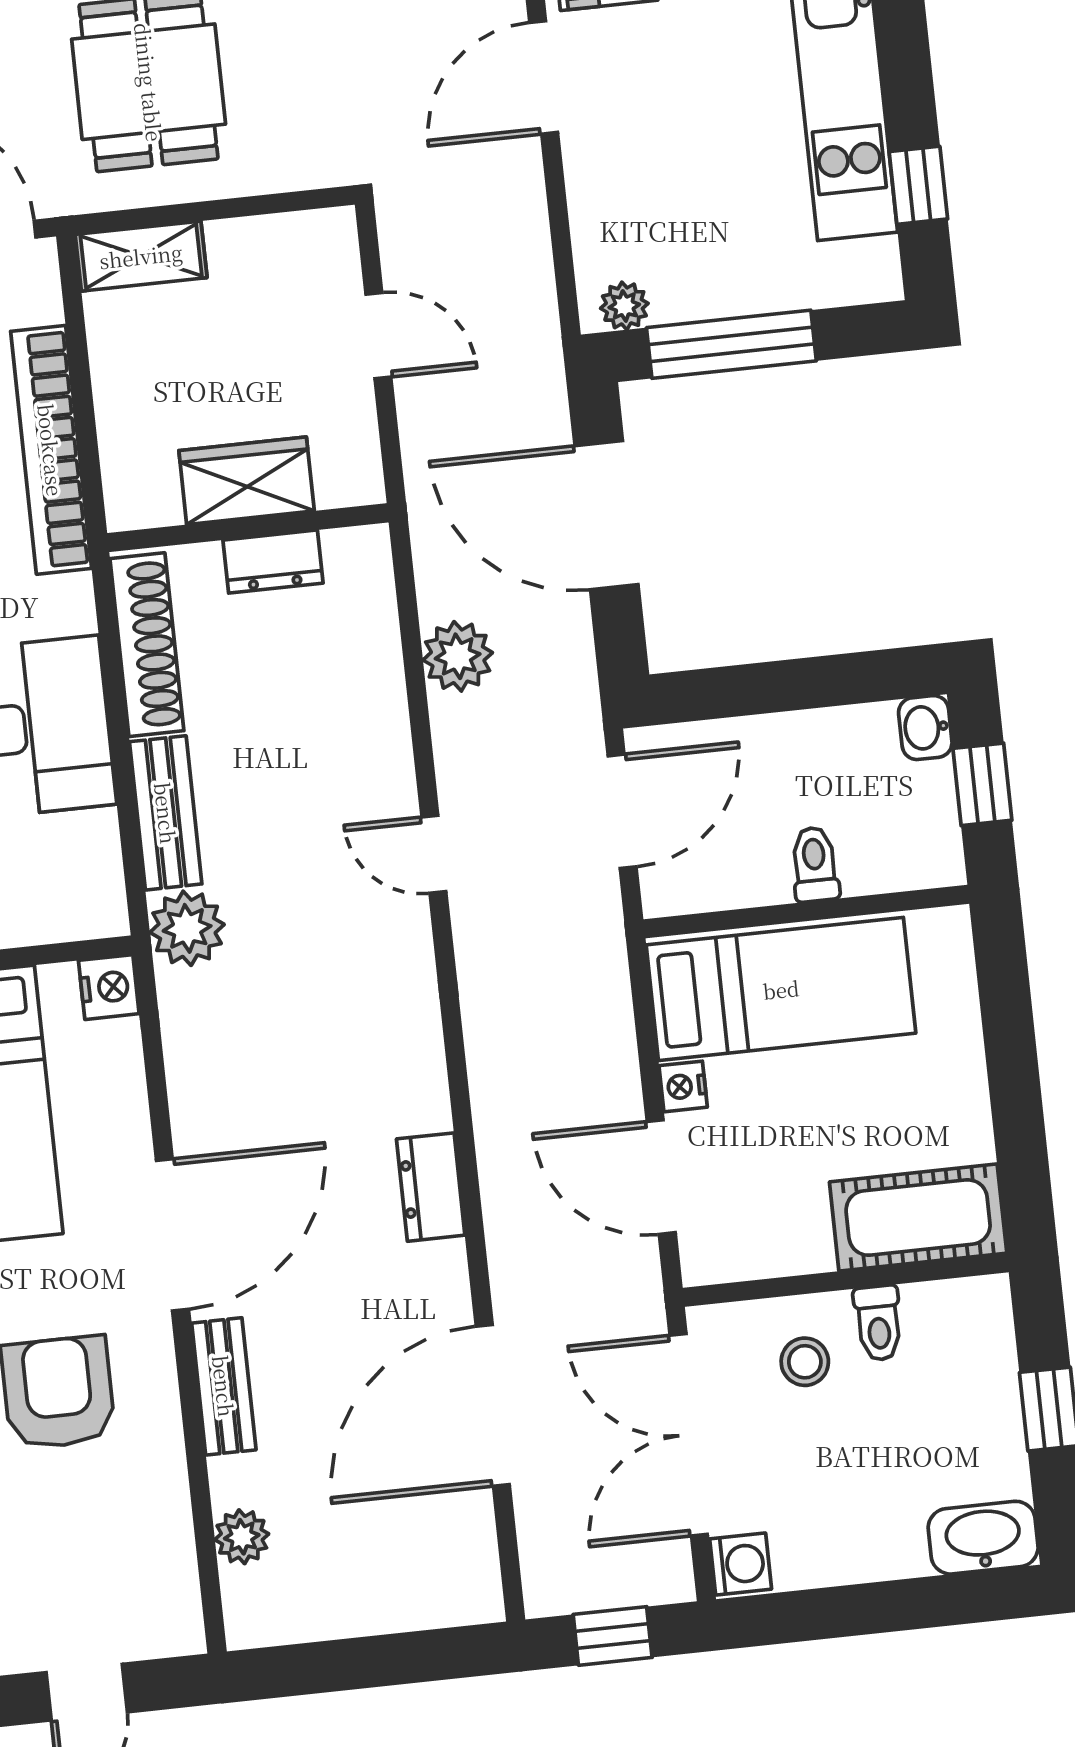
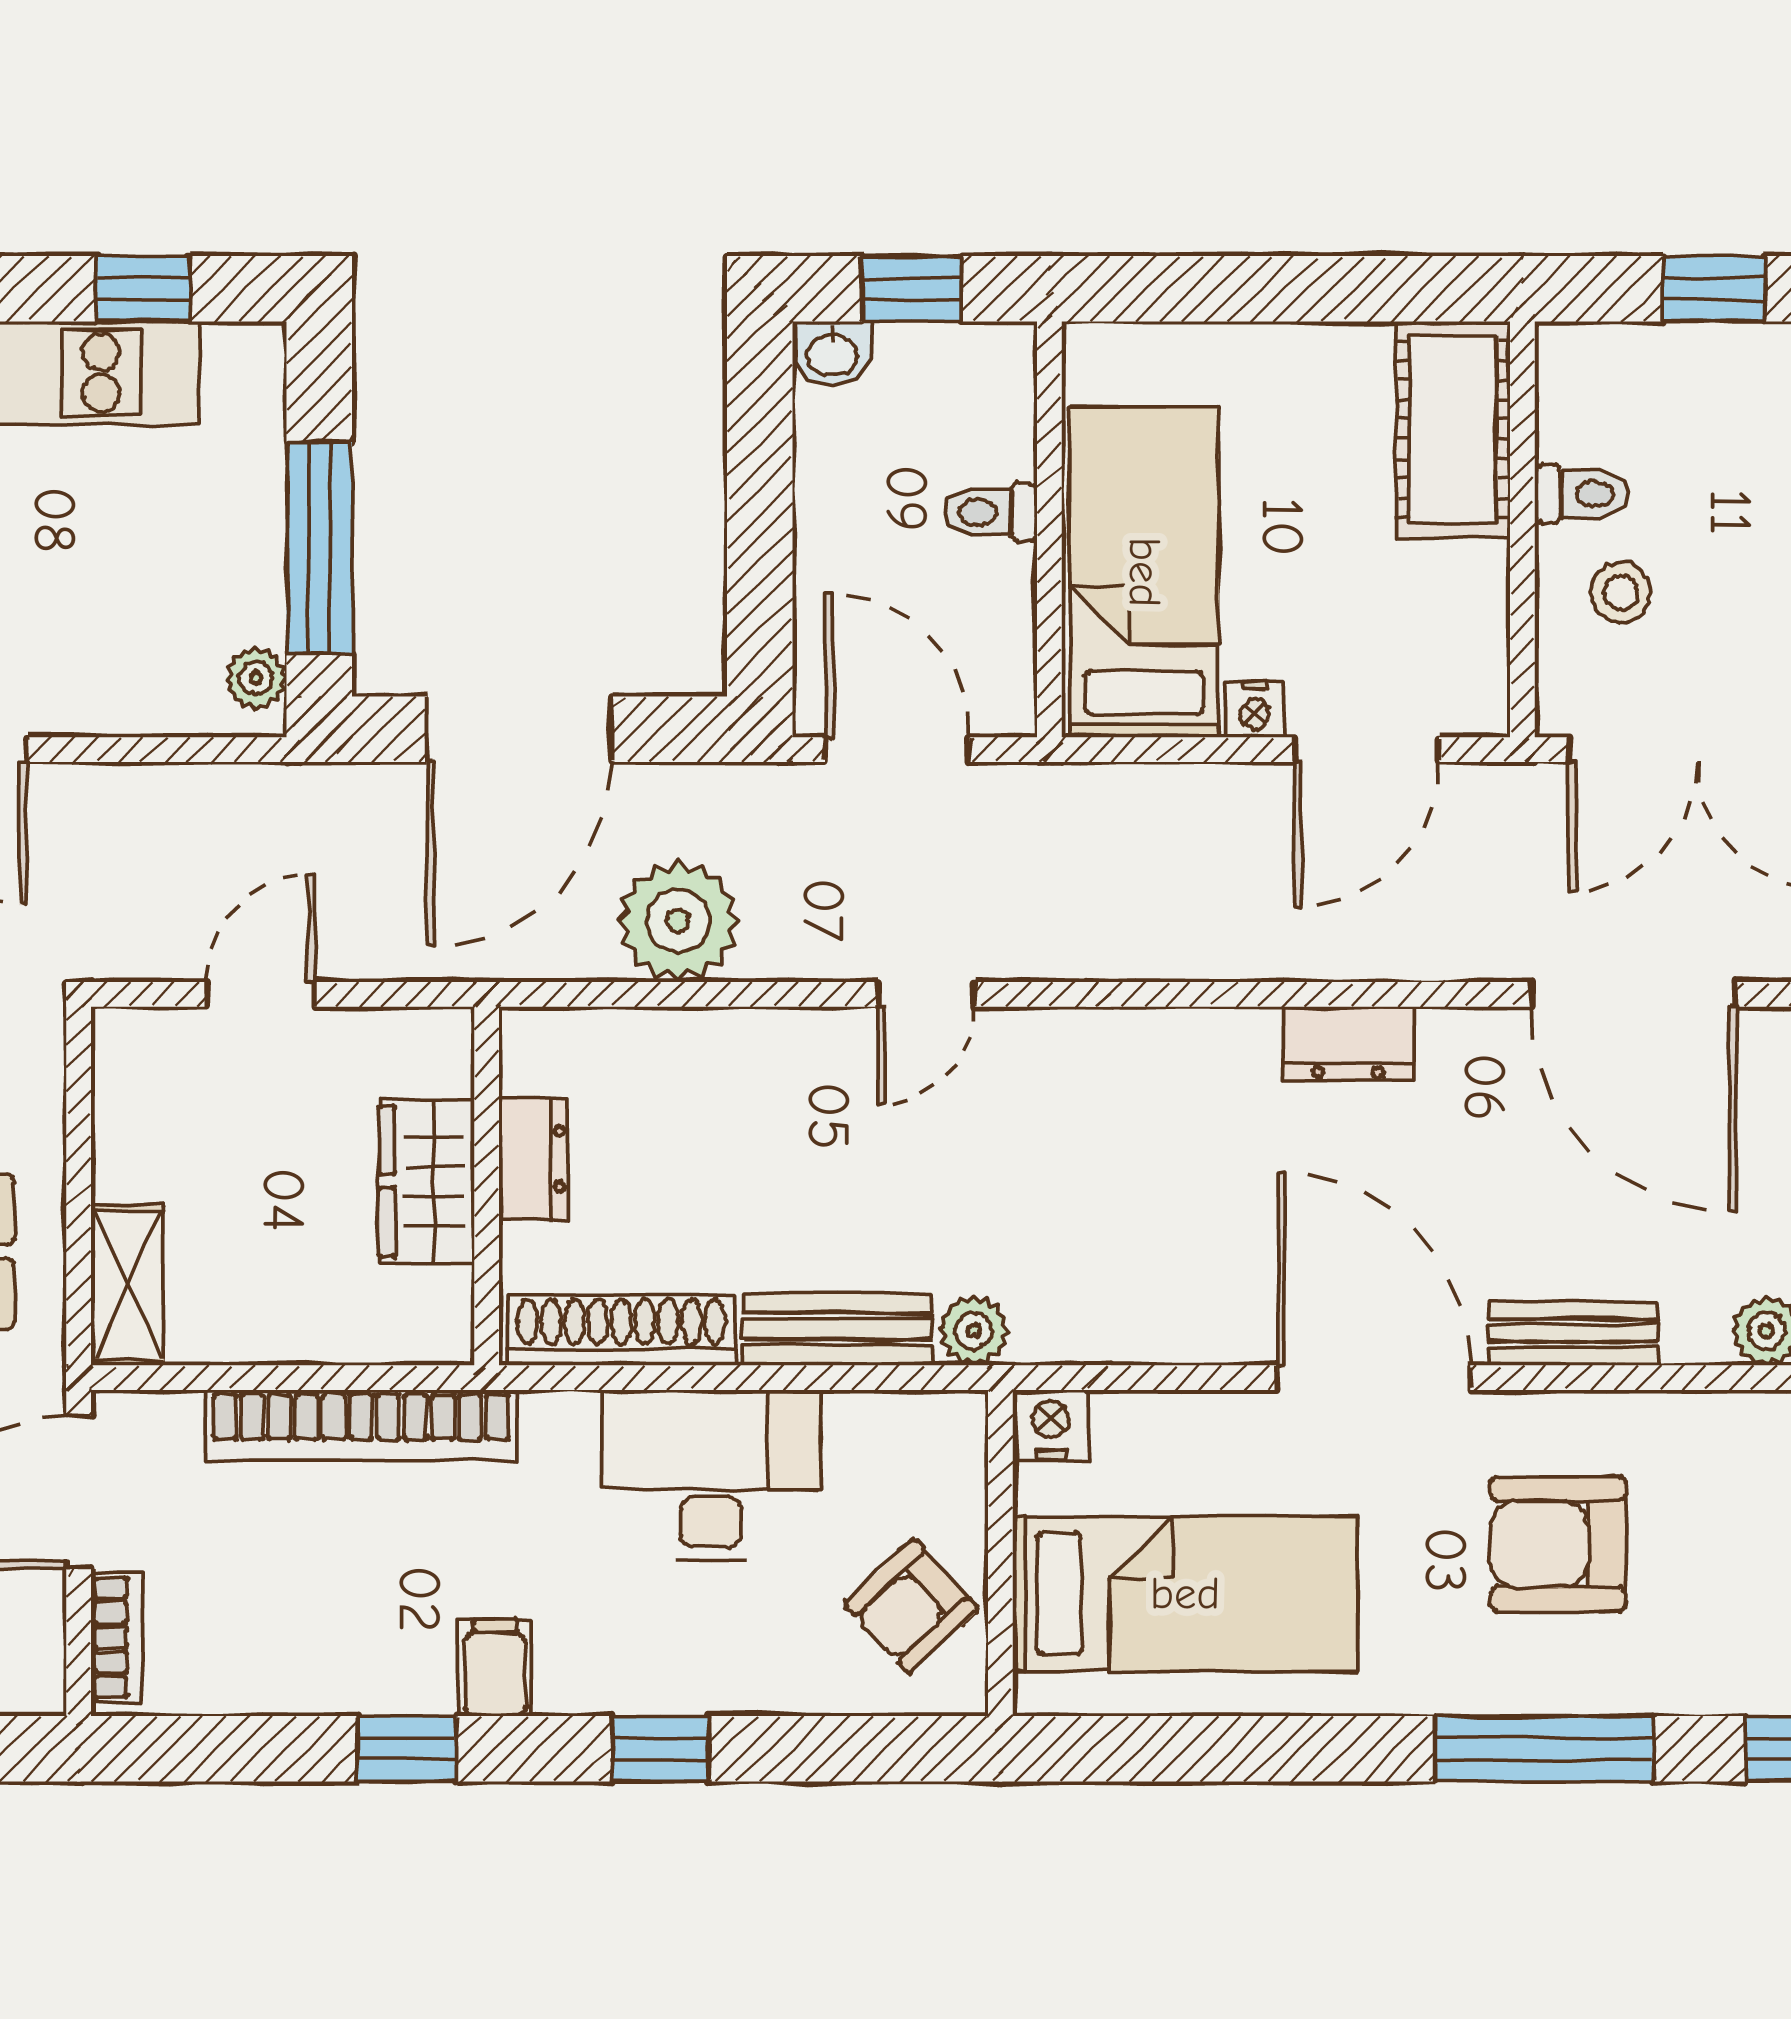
plant: (458, 656) -> (678, 921), width x1.36, depth x1.36
plant: (187, 928) -> (974, 1331), width x0.73, depth x0.73

